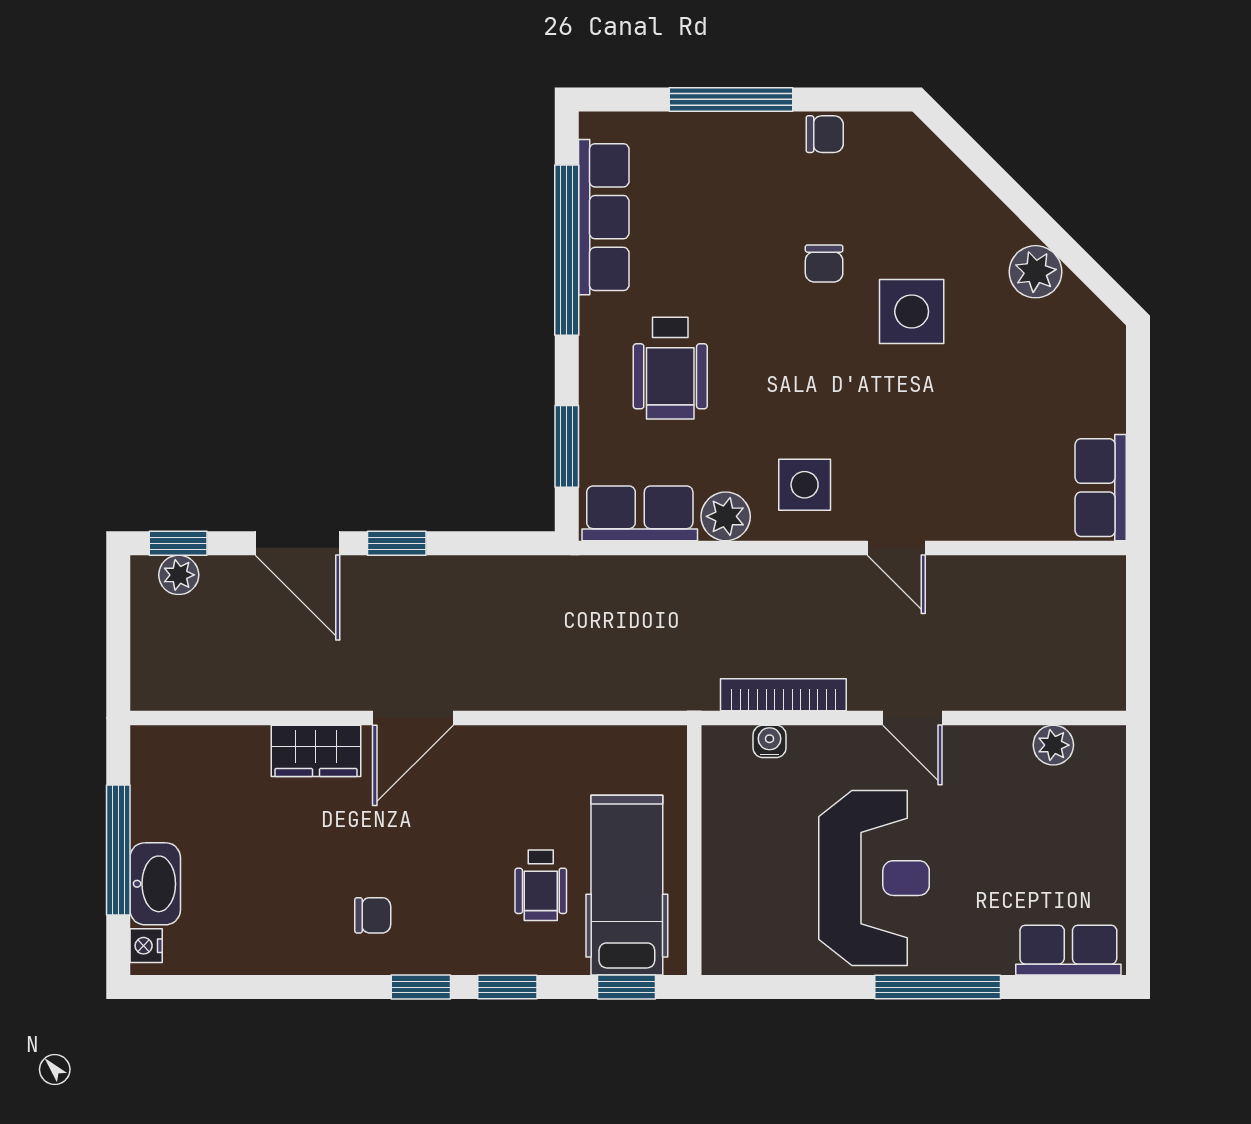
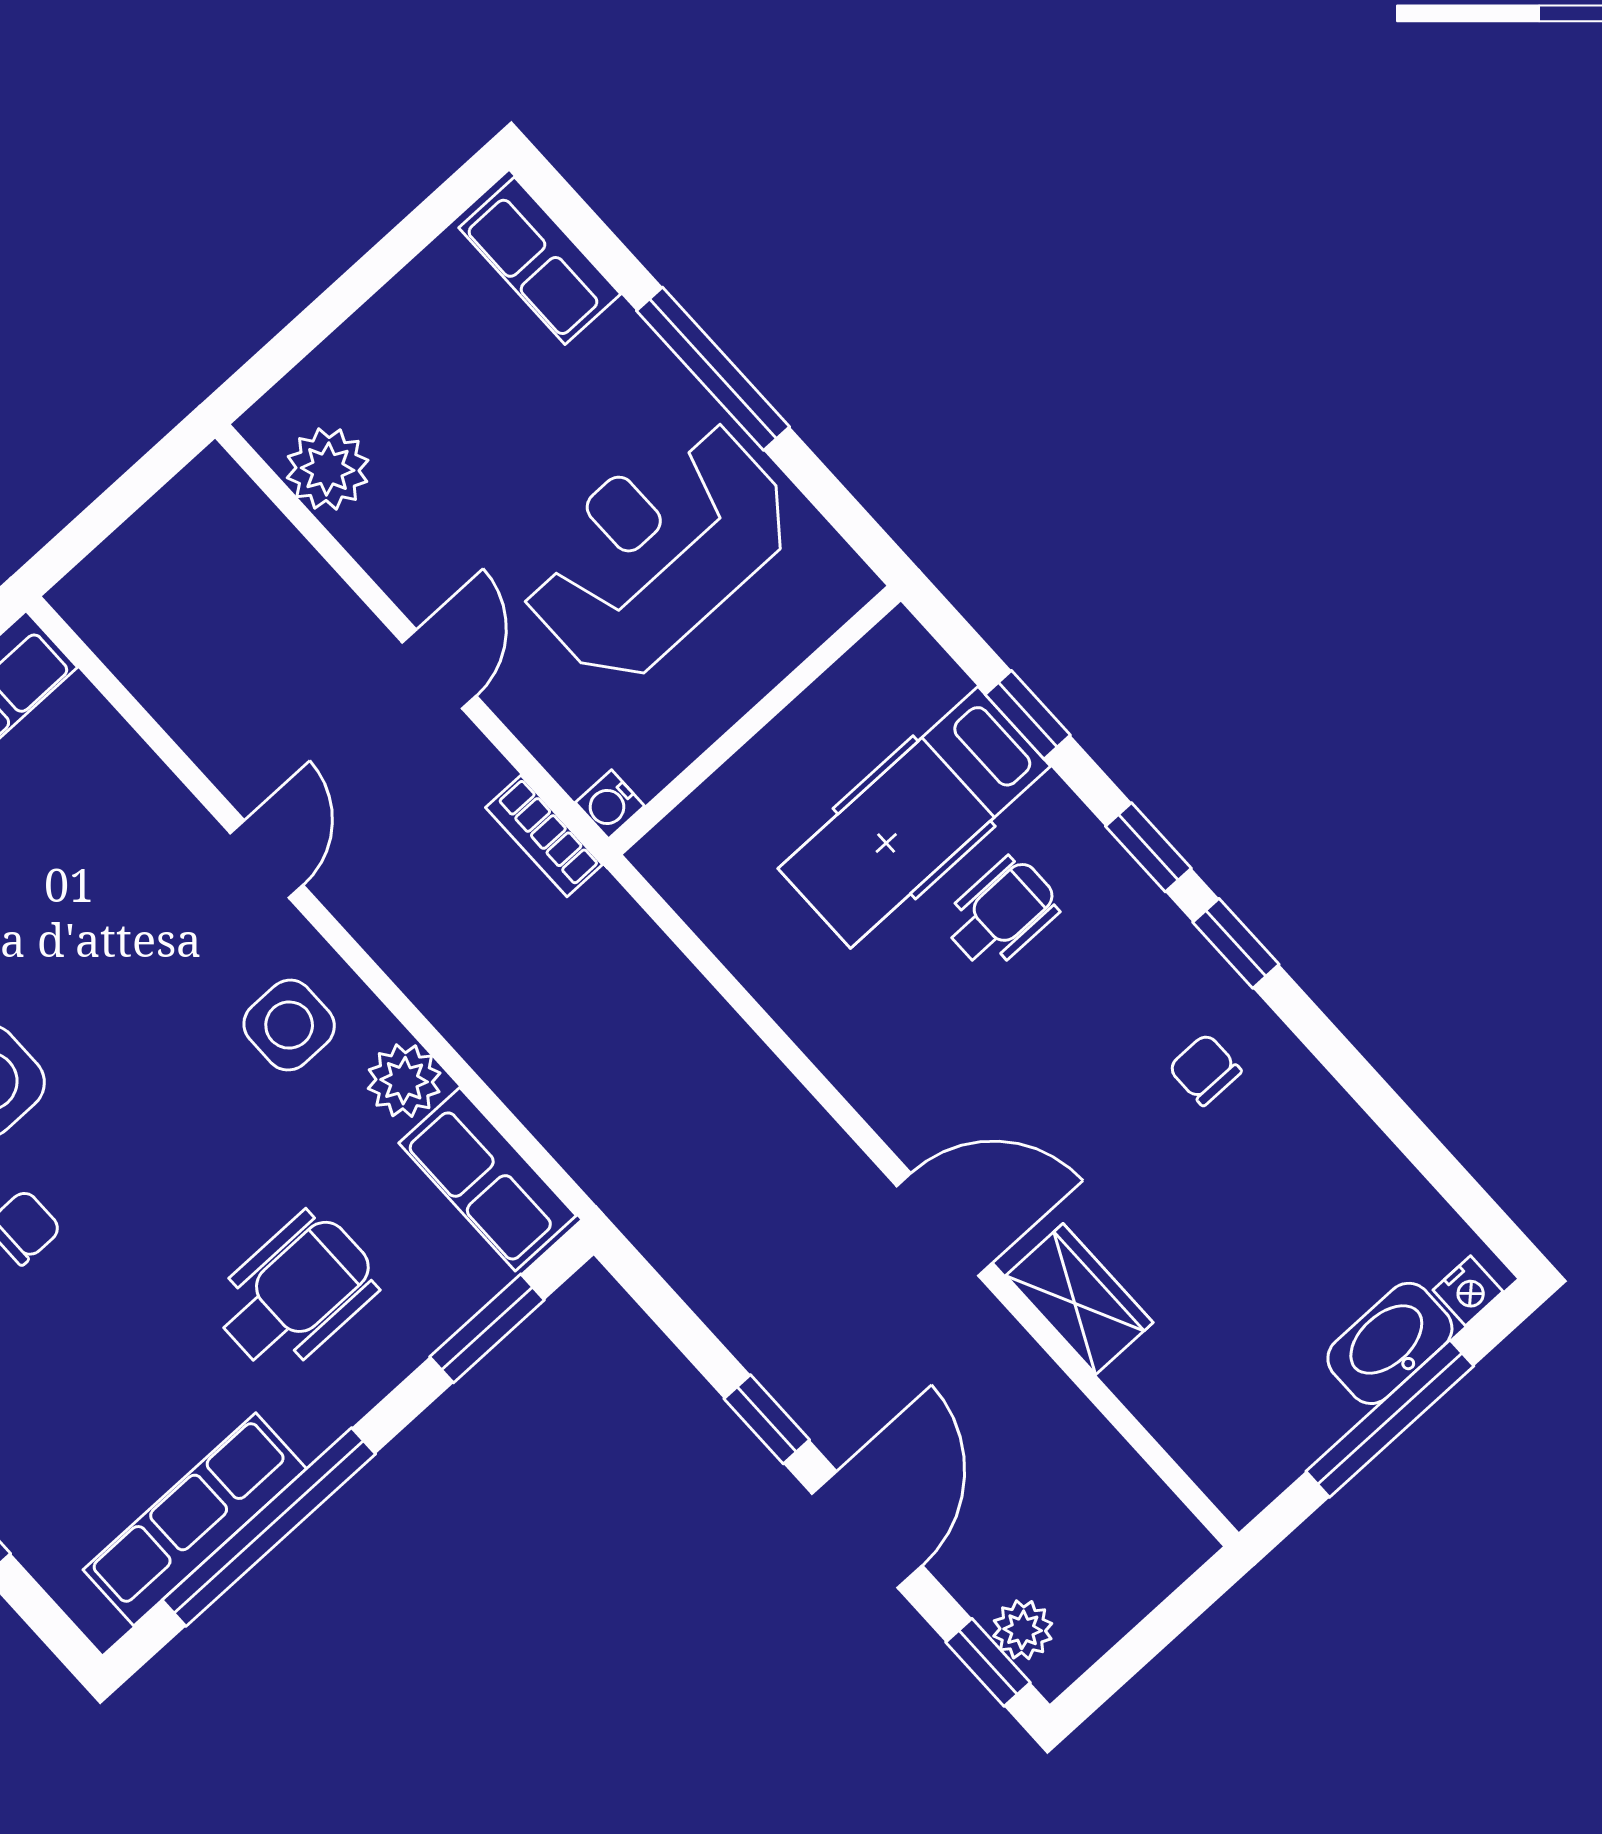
bookcase: (783, 695) -> (544, 836), width x0.64
plant: (1053, 745) -> (328, 469), width x1.38, depth x1.38
wall: (694, 850) -> (755, 720), moved

